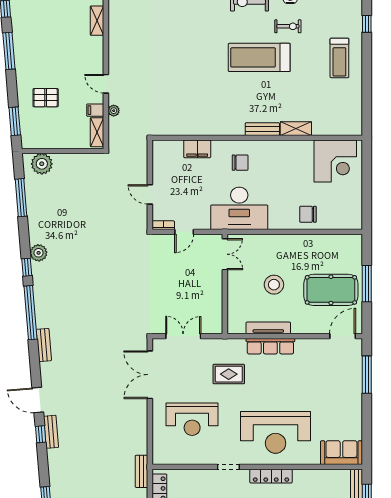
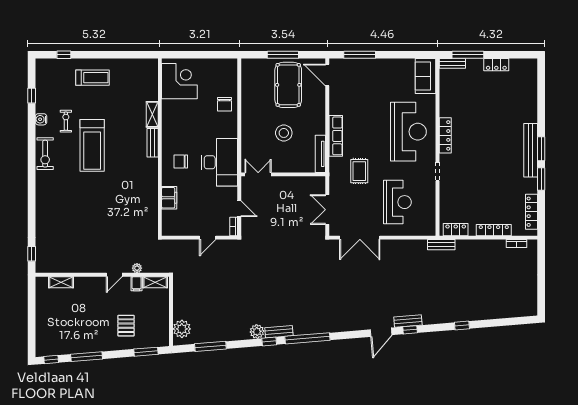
chair: (240, 163) -> (181, 162), turned -90
tv unit: (268, 328) -> (320, 154), moved
bench: (44, 345) -> (279, 332), moved

